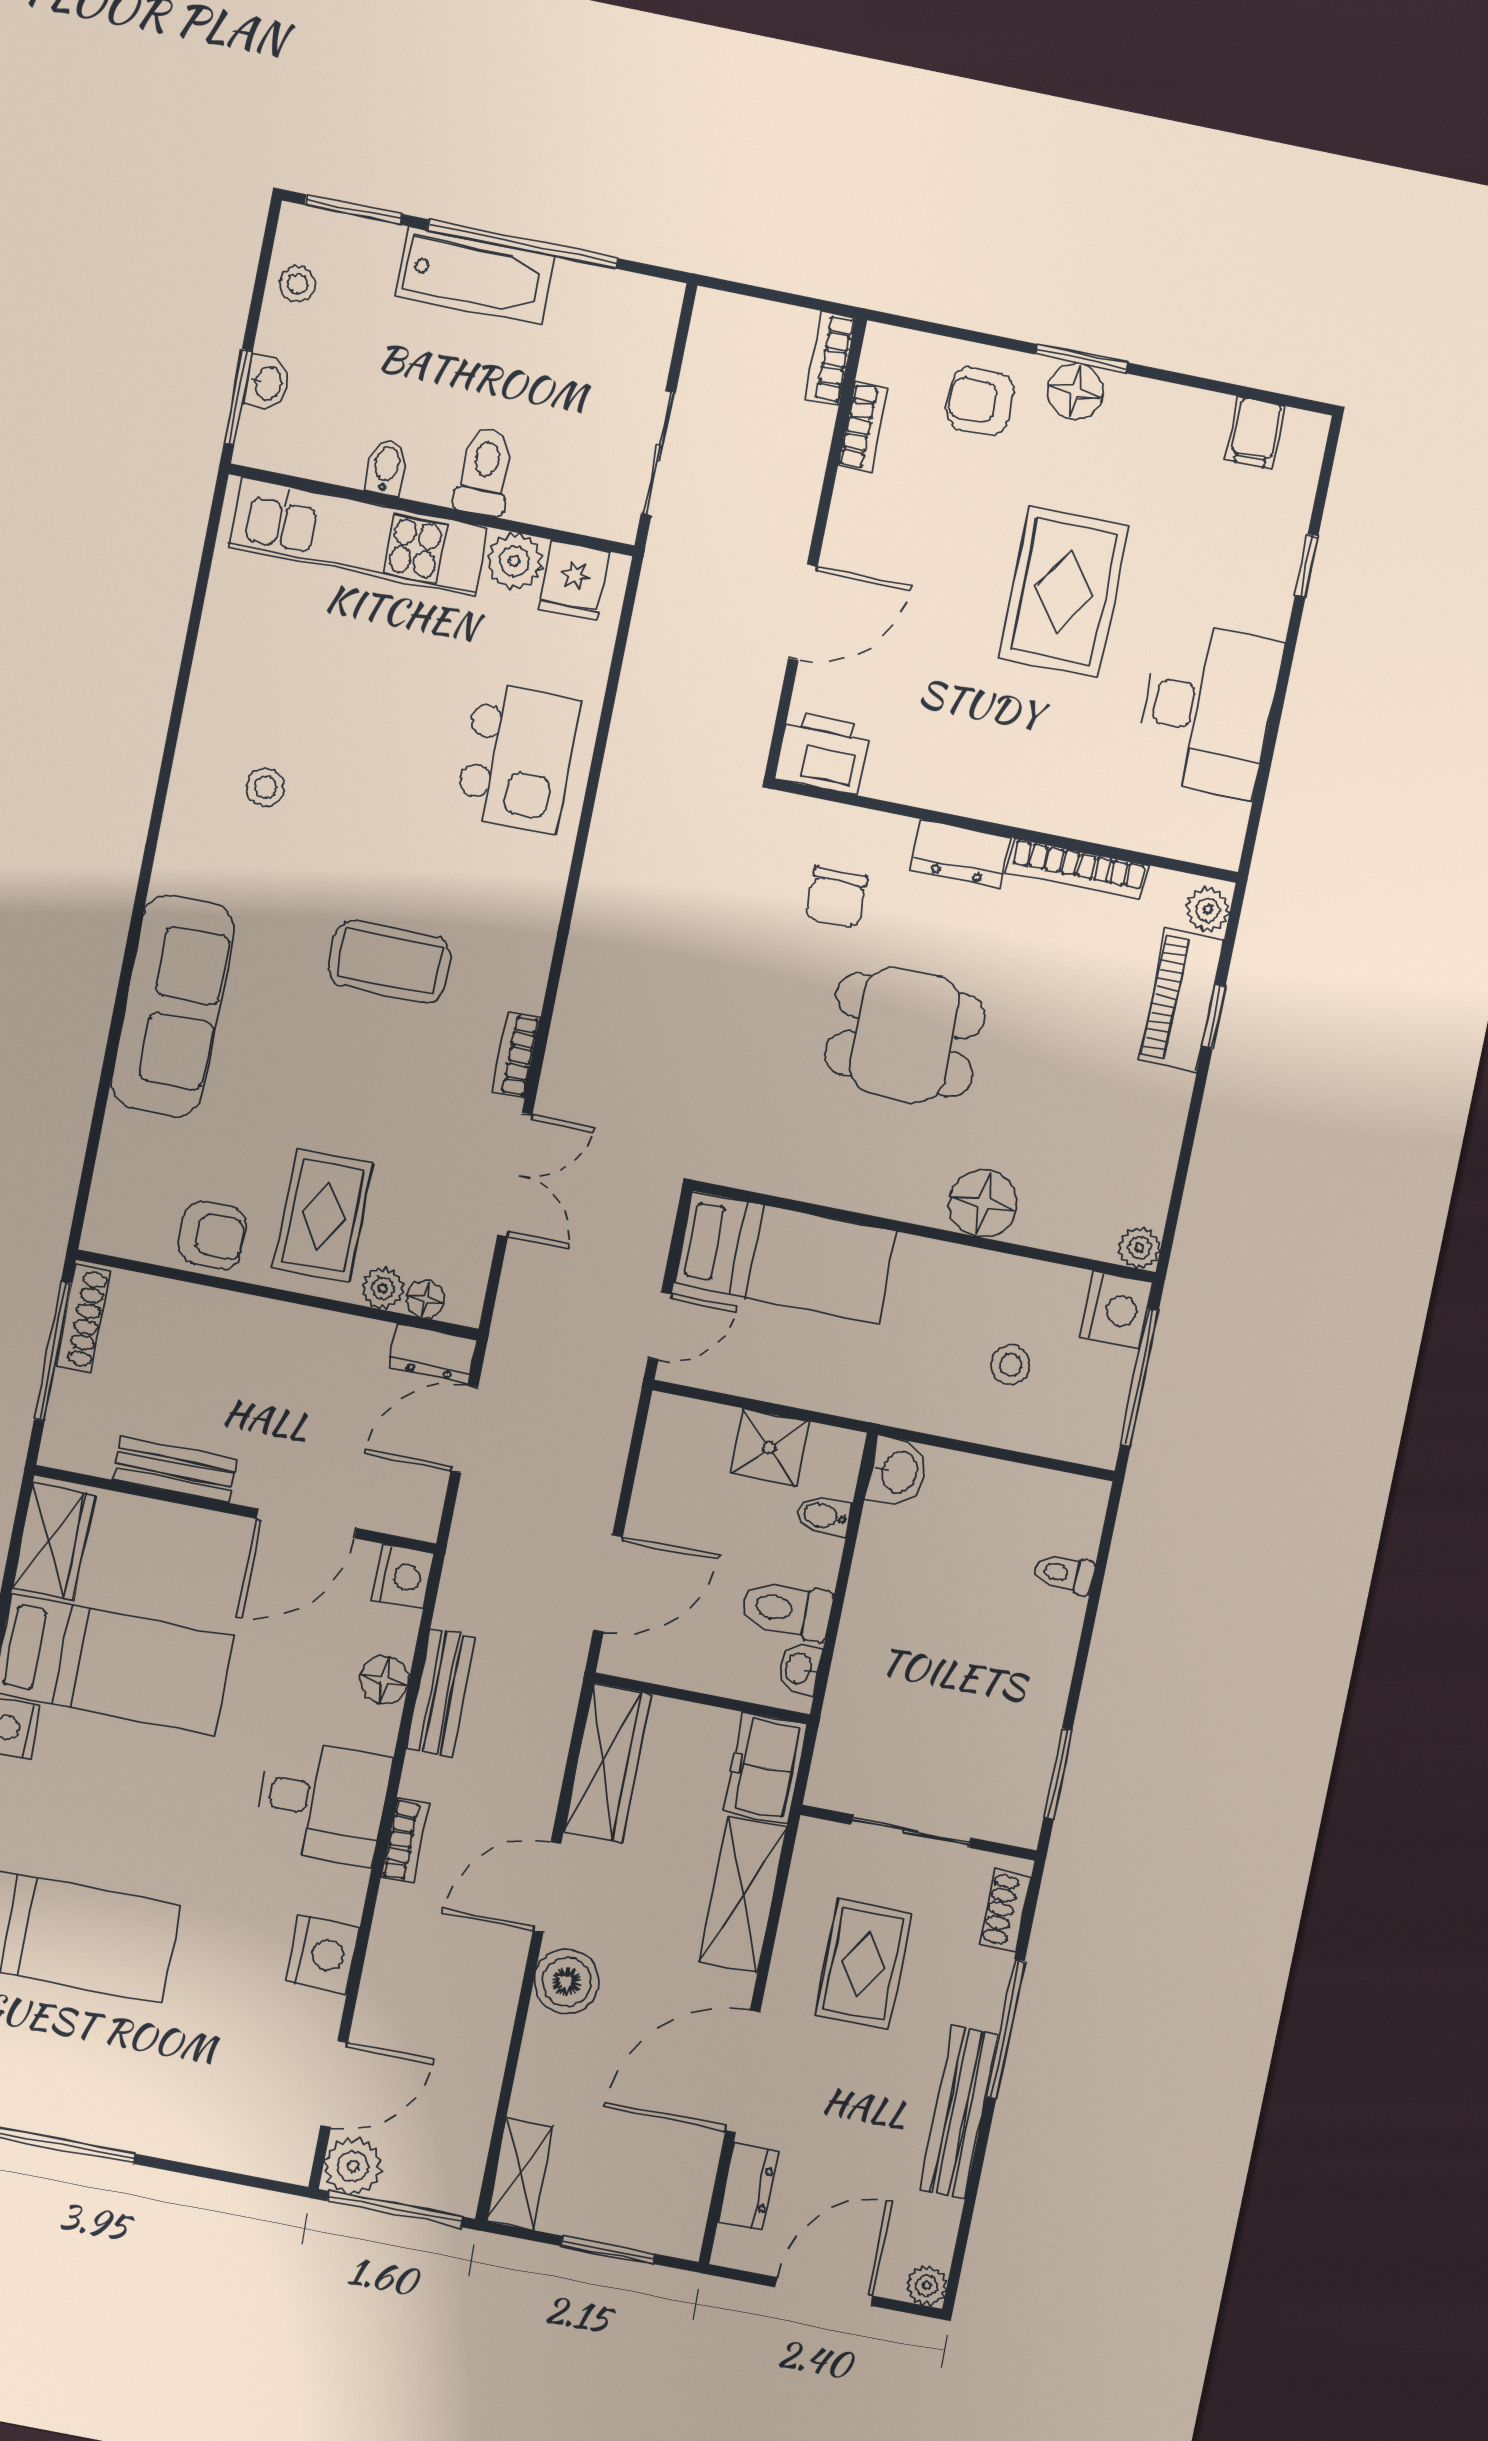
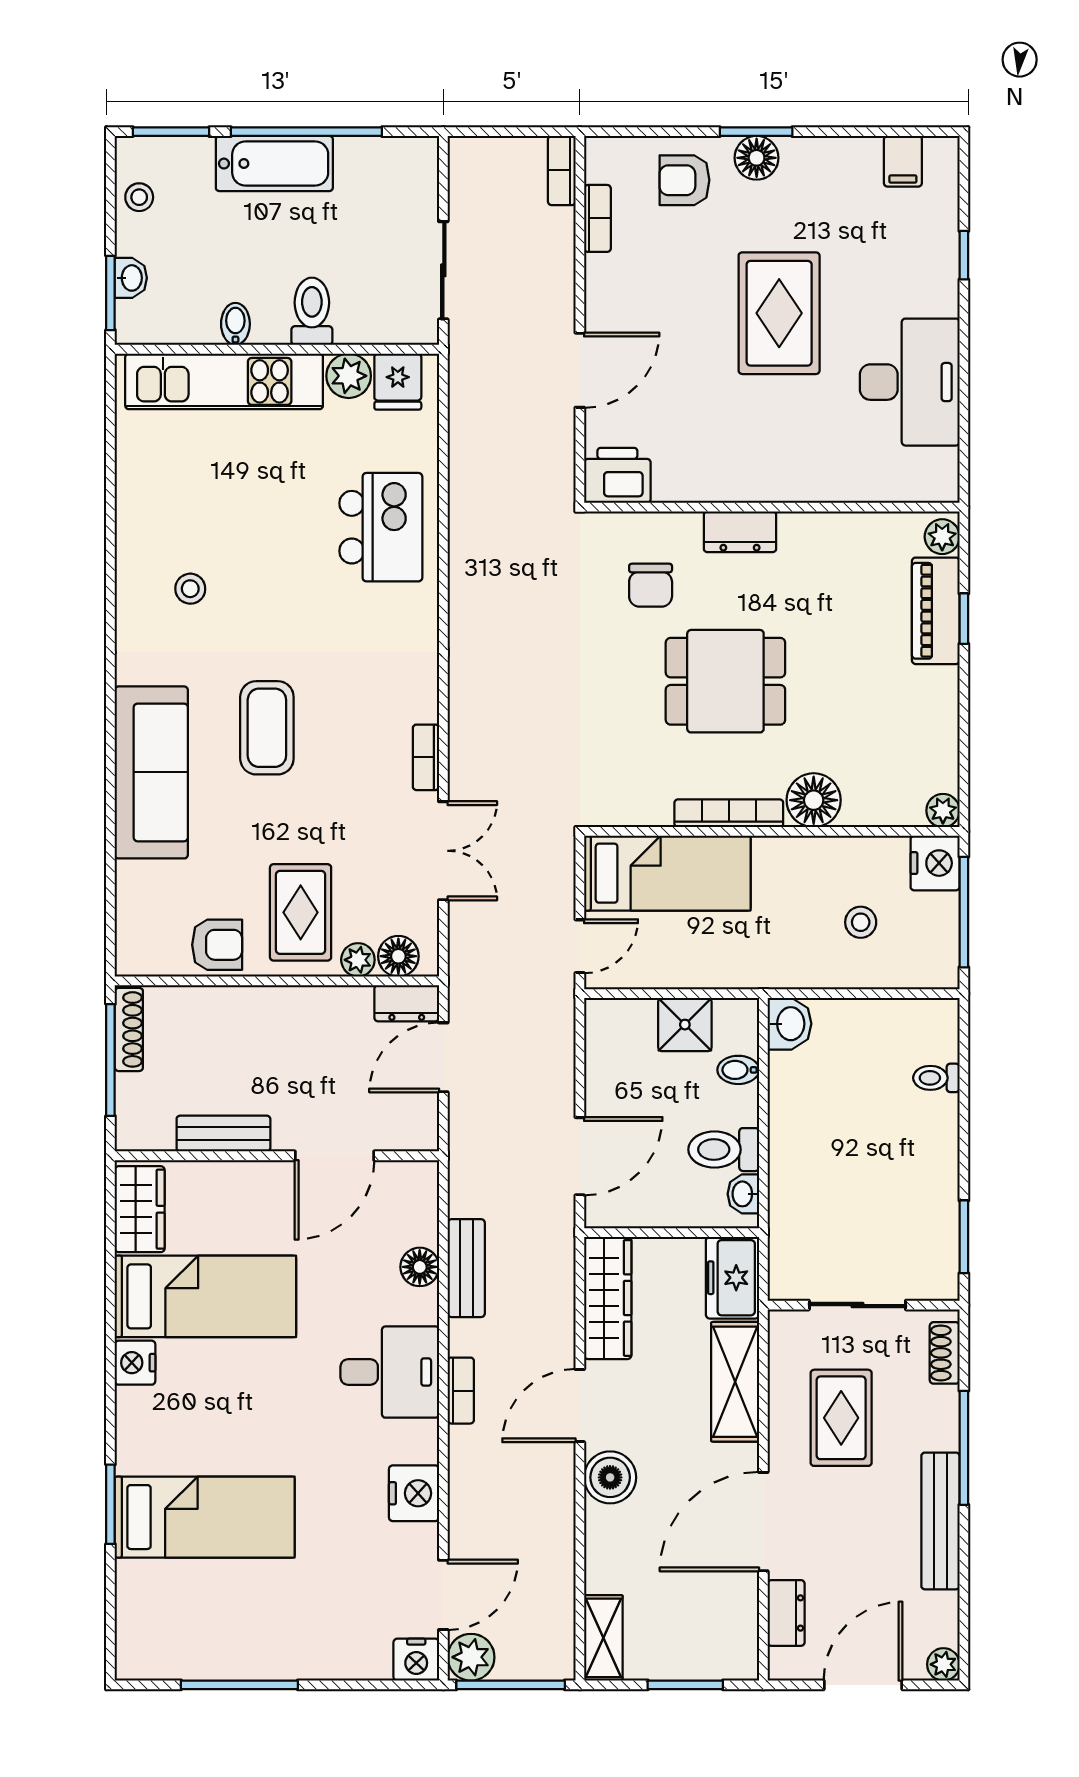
bookcase: (1078, 869) -> (729, 813), moved, turned 180
coffee table: (389, 962) -> (267, 728), moved, turned 90
floor lamp: (425, 1299) -> (398, 956), width x1.37, depth x1.37
nightstand: (403, 1577) -> (416, 1660), moved, turned 90

